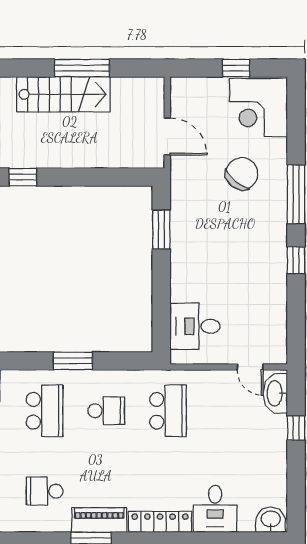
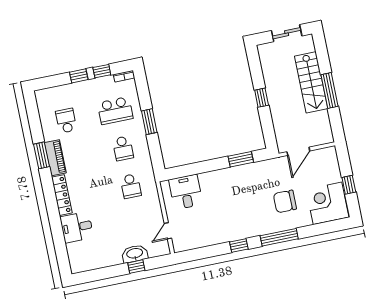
chair: (242, 174) -> (285, 201), turned 140
window: (23, 177) -> (262, 98), moved
washbasin: (275, 393) -> (135, 254), moved
school desk: (168, 411) -> (131, 186), width x0.54
washbasin: (271, 520) -> (77, 263), removed

